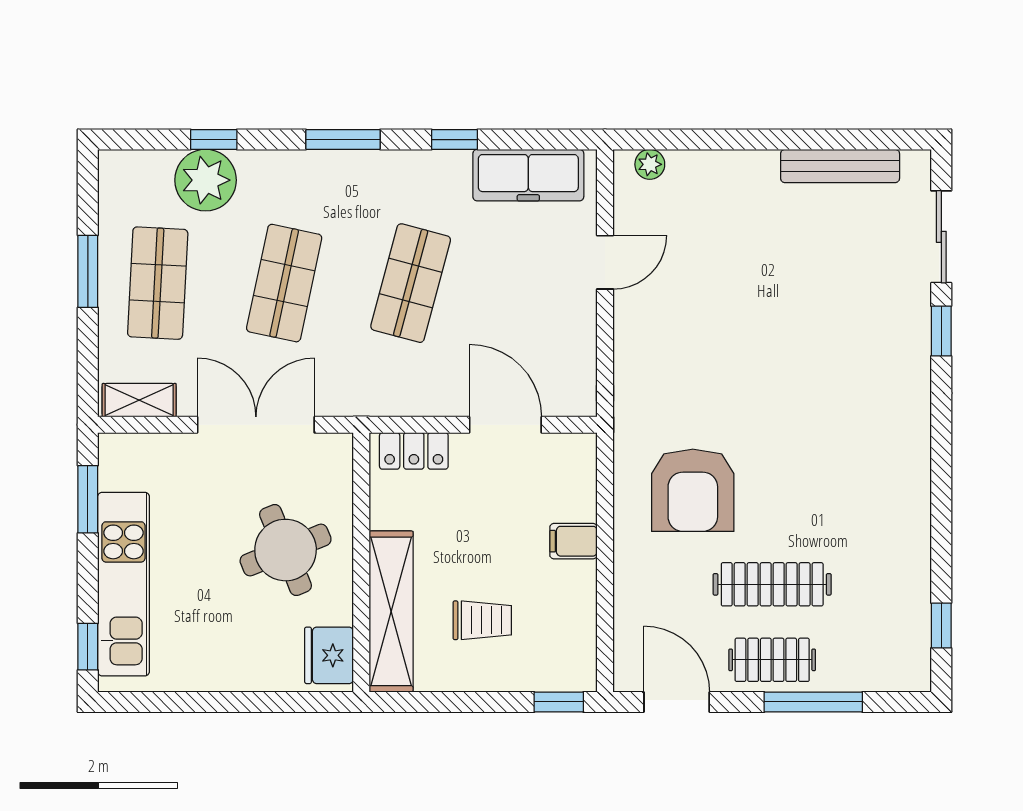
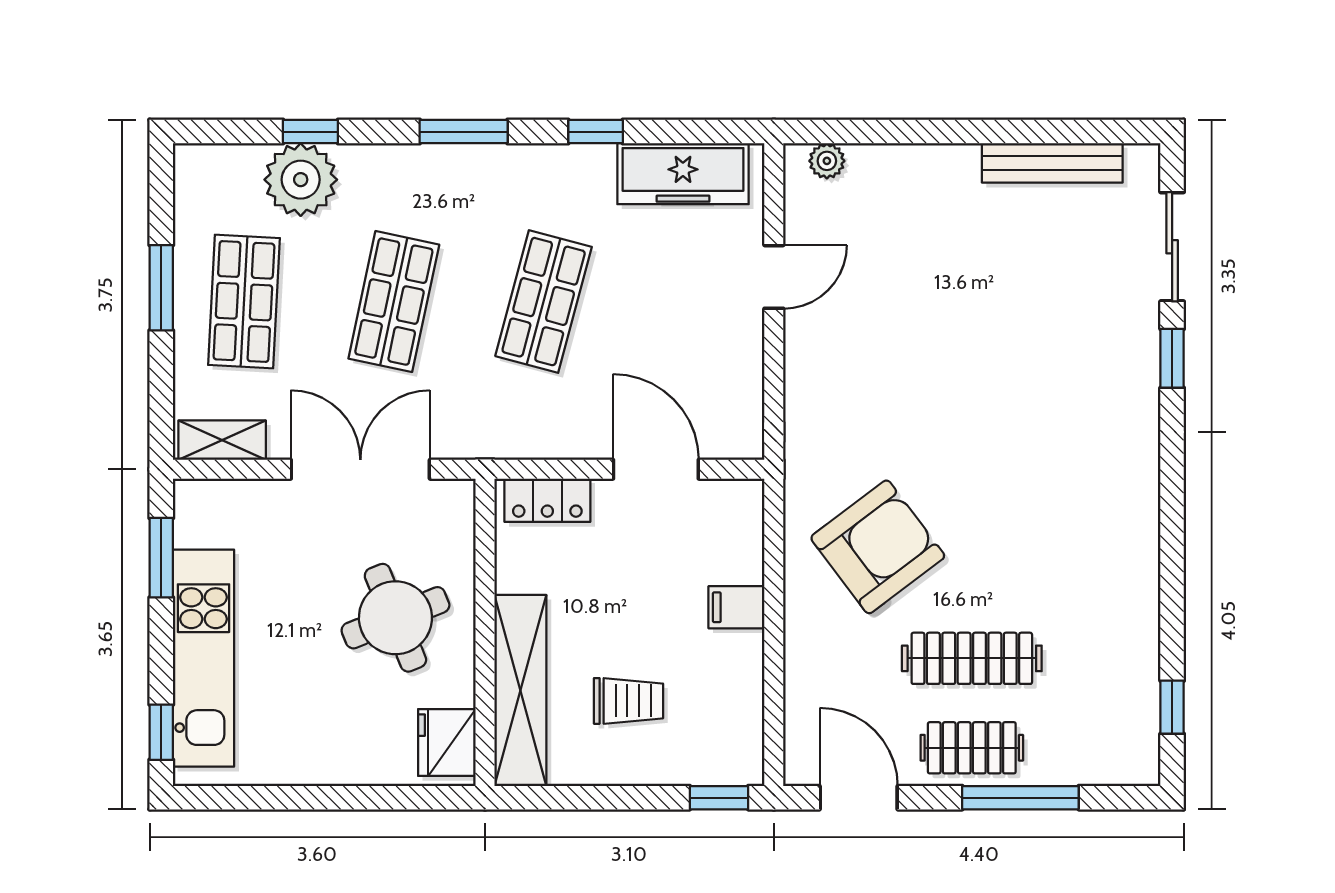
armchair: (693, 490) -> (878, 547), turned -127

